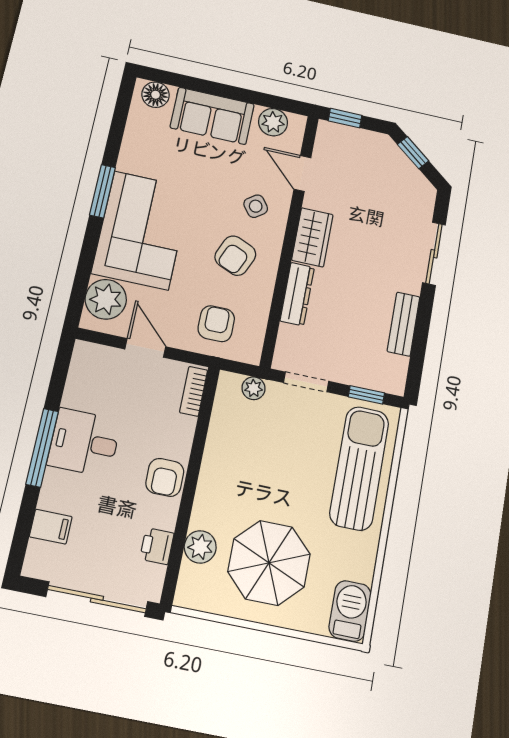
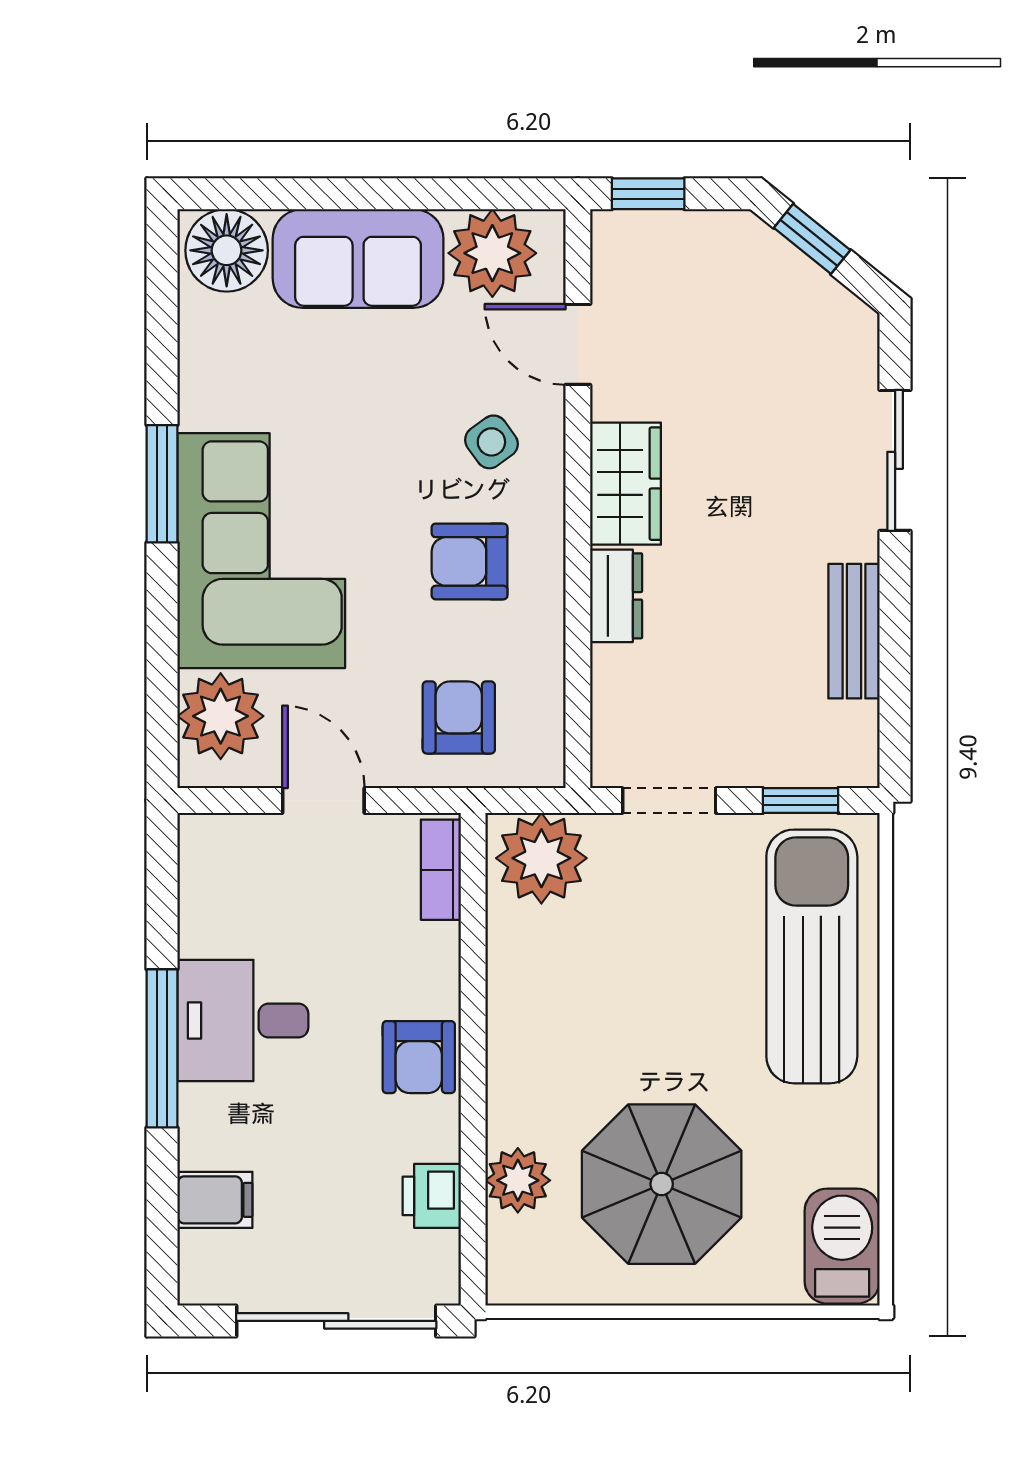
floor lamp: (156, 95) -> (227, 250), width x1.38, depth x1.38
plant: (273, 122) -> (492, 253), width x1.36, depth x1.36
armchair: (235, 256) -> (470, 561), turned 67
dresser: (297, 294) -> (616, 596), width x0.70
plant: (254, 388) -> (541, 858), width x1.88, depth x1.88

